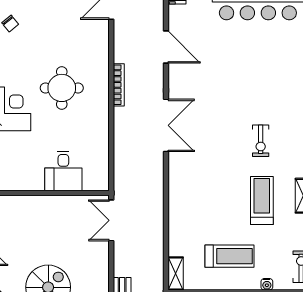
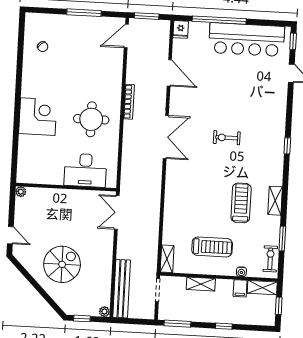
round table: (62, 88) -> (91, 119), moved
exercise bike: (261, 141) -> (227, 138), moved, turned 90
desk: (63, 171) -> (85, 170), width x1.37

